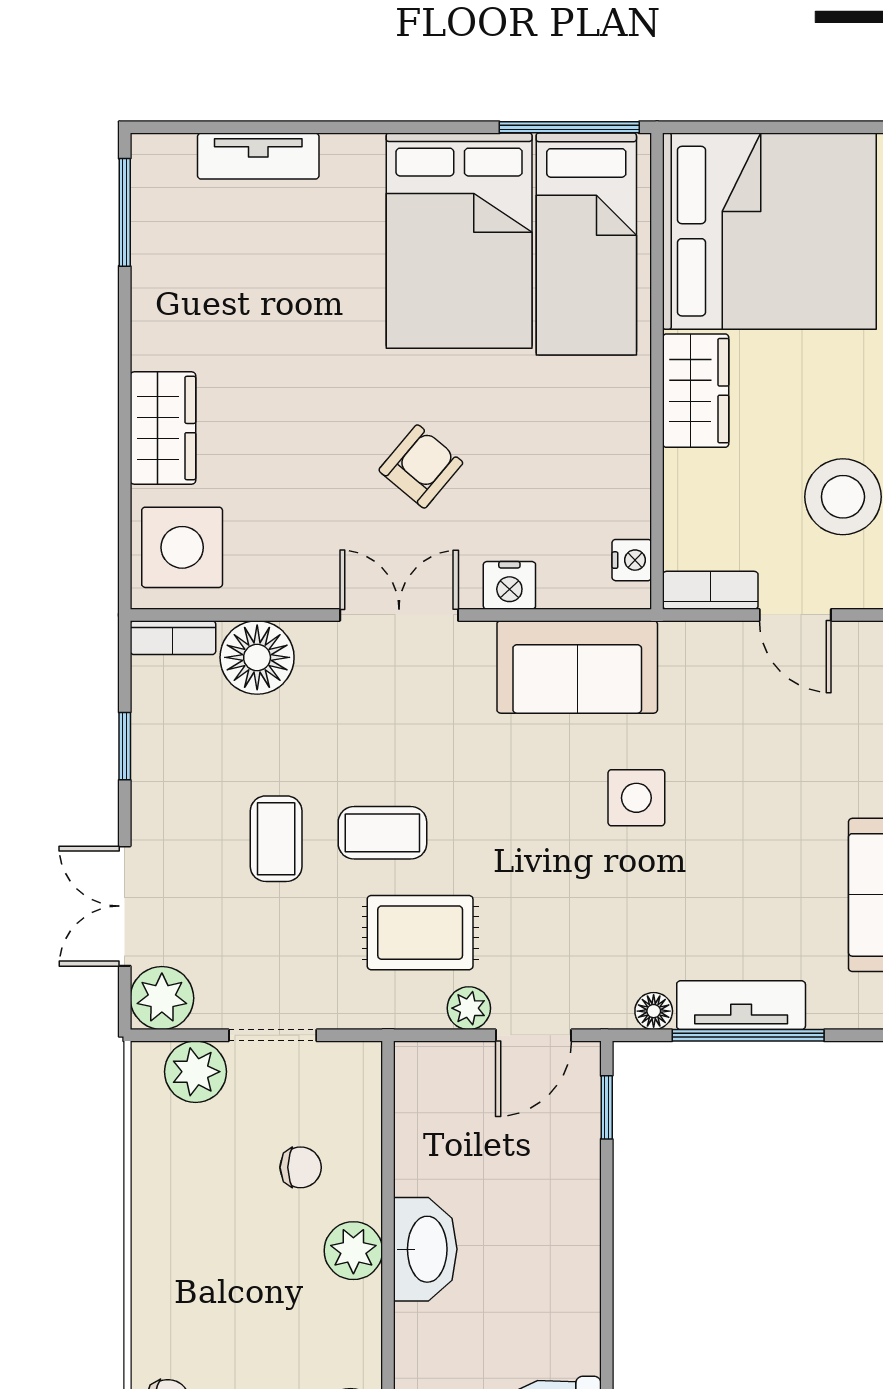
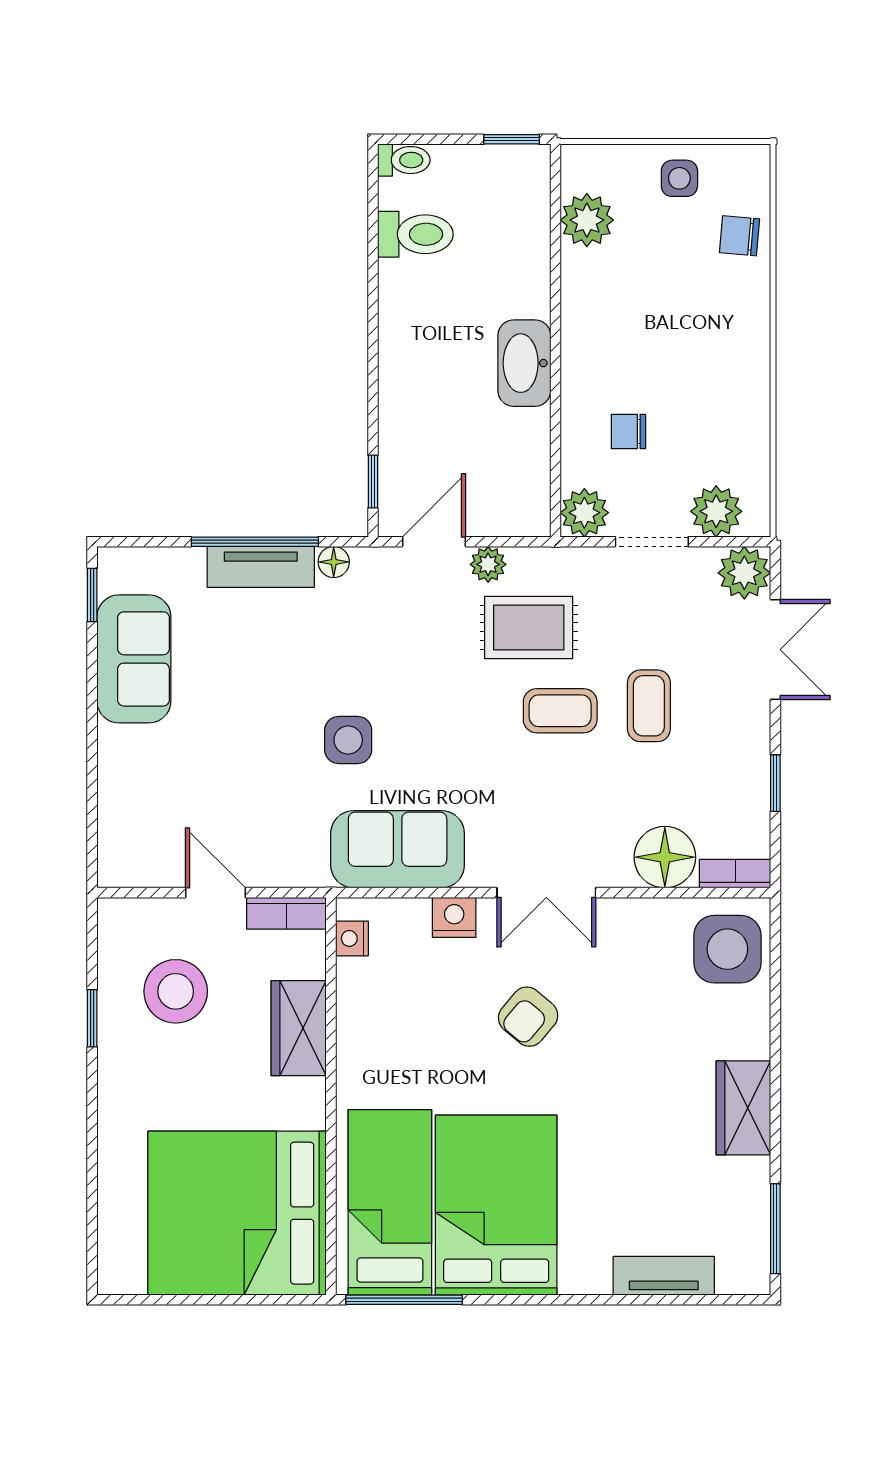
wardrobe: (696, 391) -> (299, 1028), moved
wardrobe: (163, 428) -> (743, 1108), moved
plant: (353, 1251) -> (584, 513), moved

